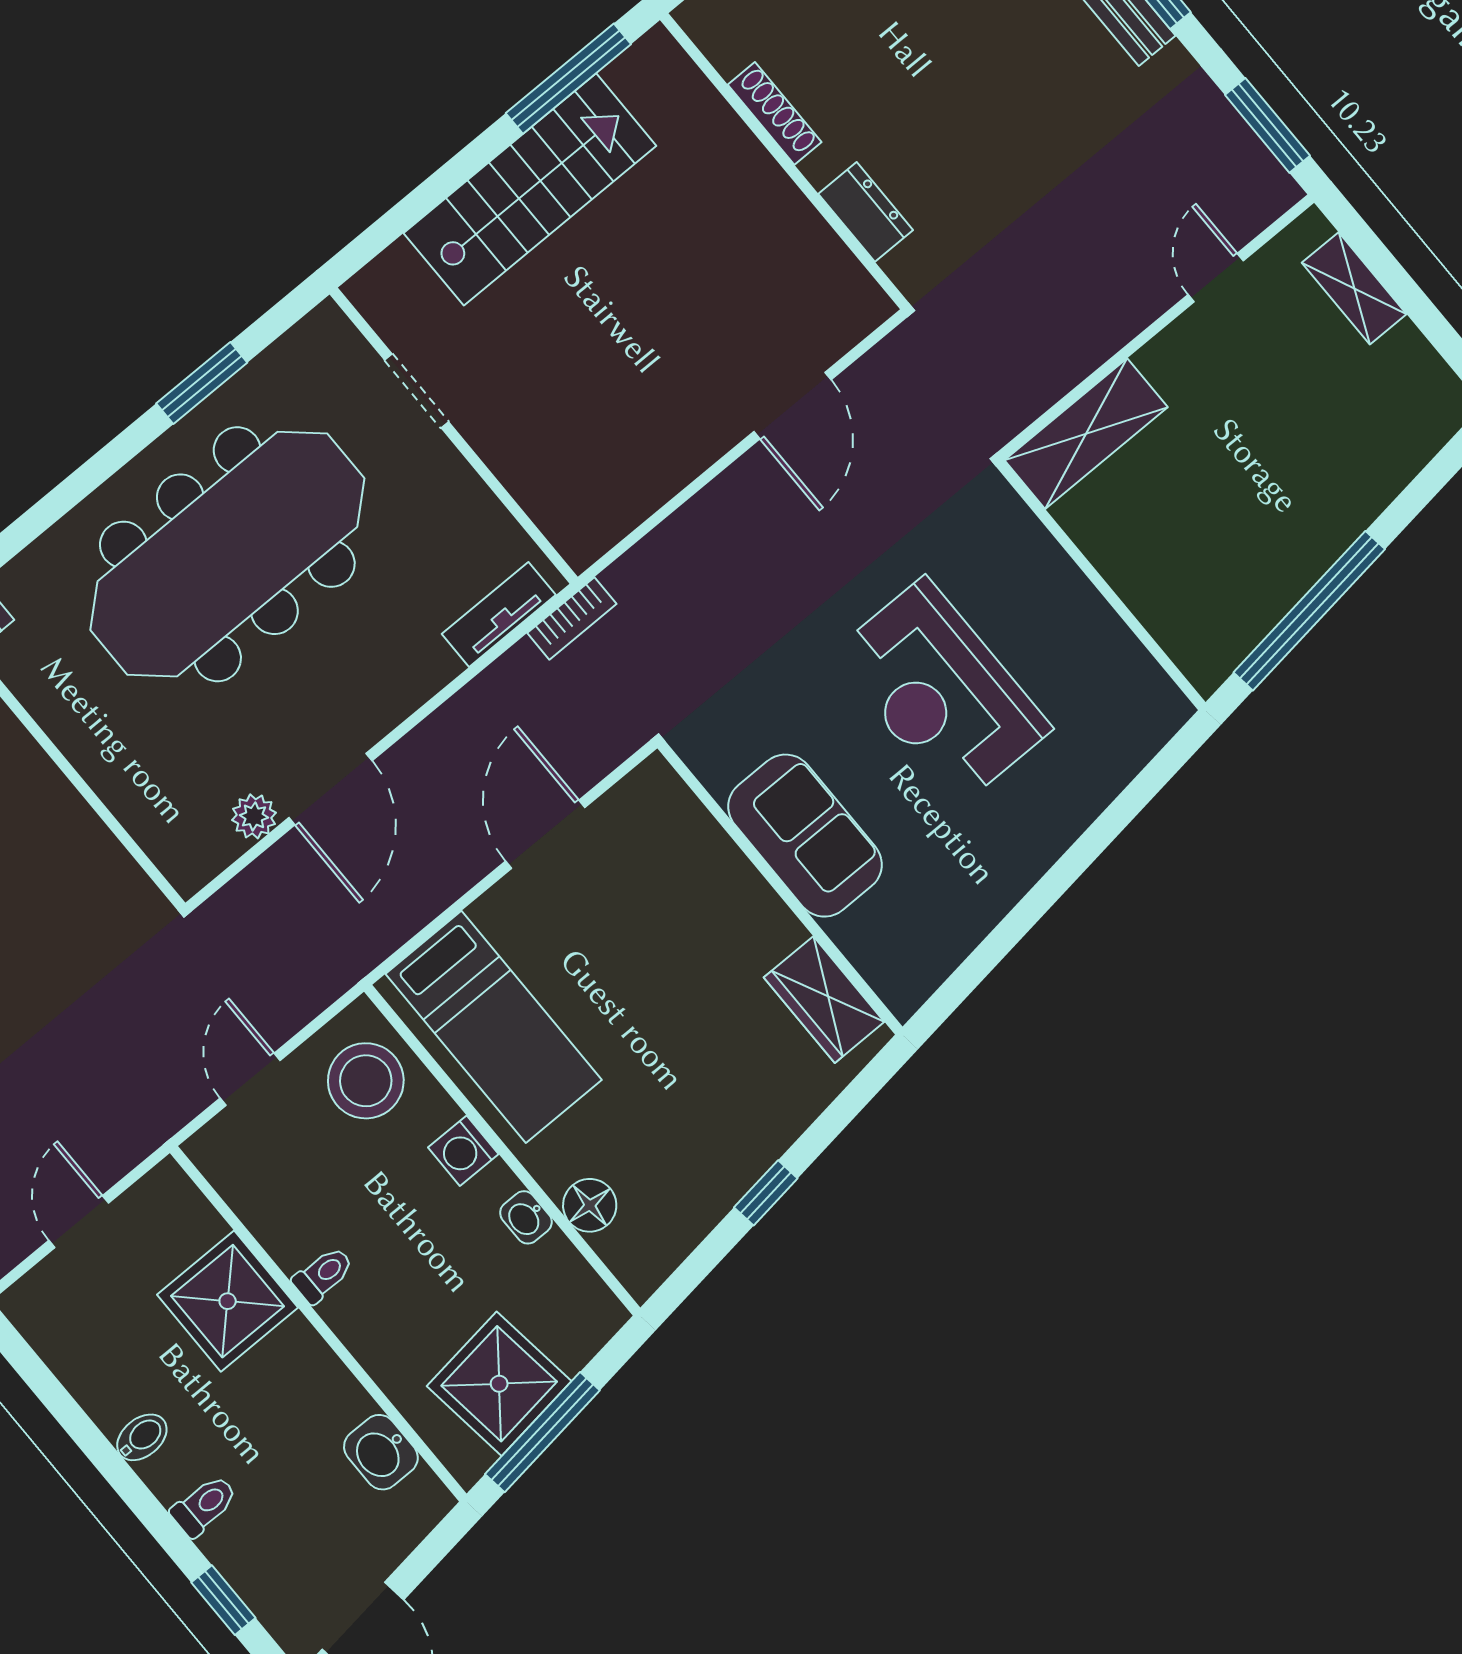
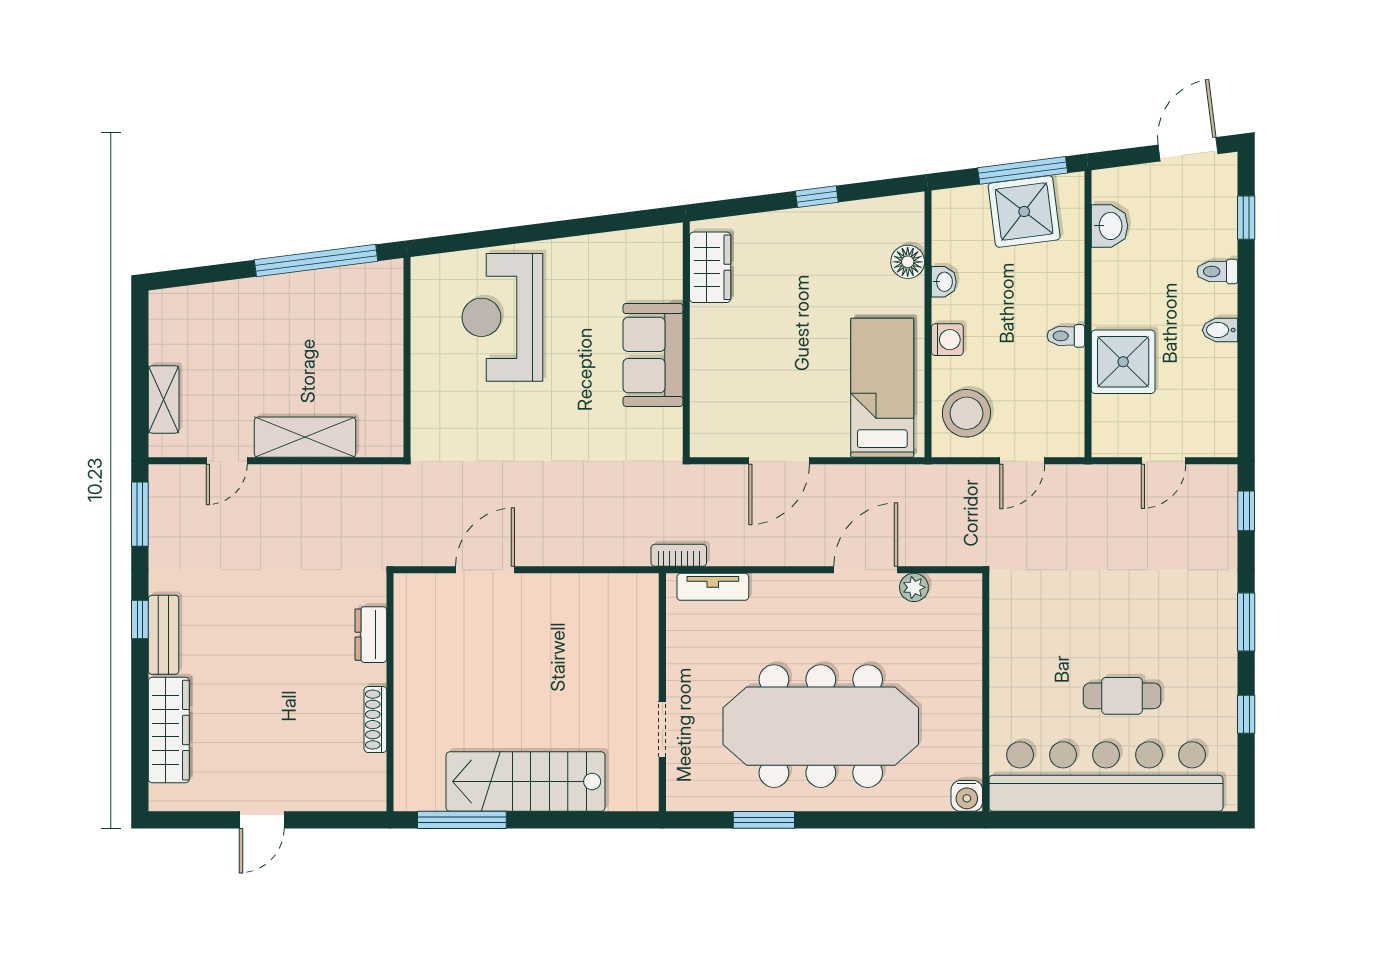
shelving: (1086, 434) -> (305, 437), moved
reception desk: (941, 692) -> (502, 317), moved, turned 180

